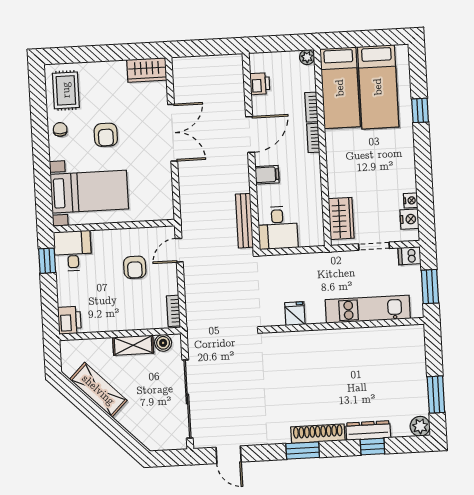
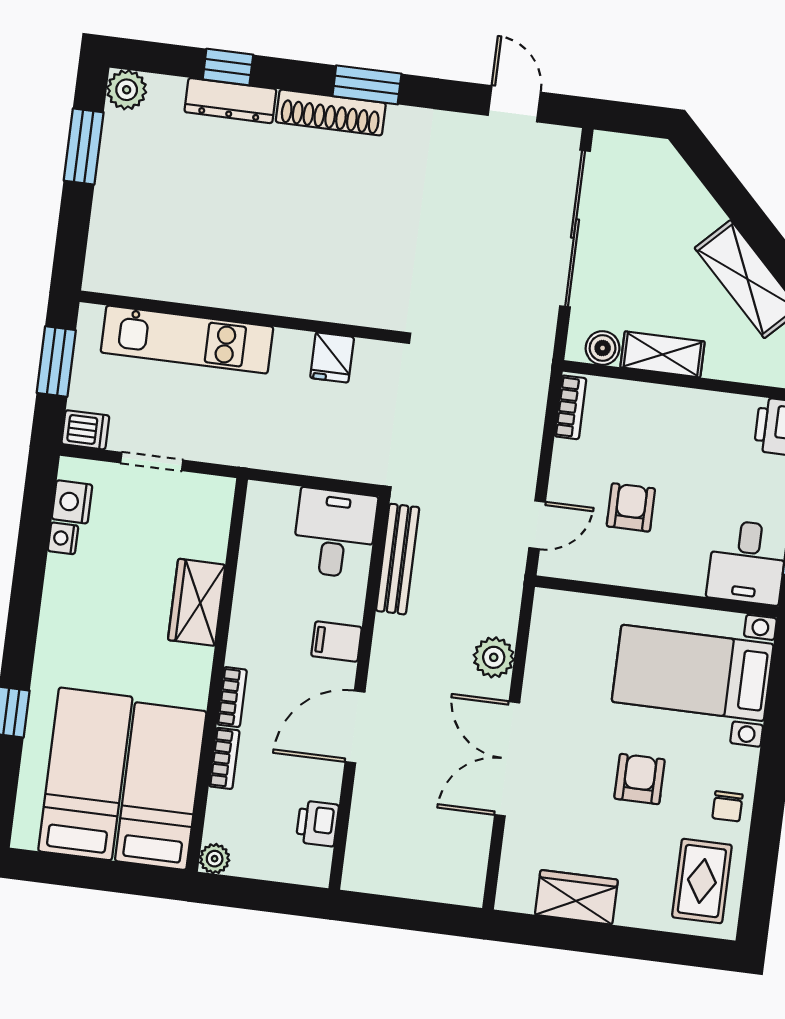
wardrobe: (147, 70) -> (576, 897), moved
plant: (188, 181) -> (494, 657), added
wardrobe: (341, 218) -> (197, 602), moved

